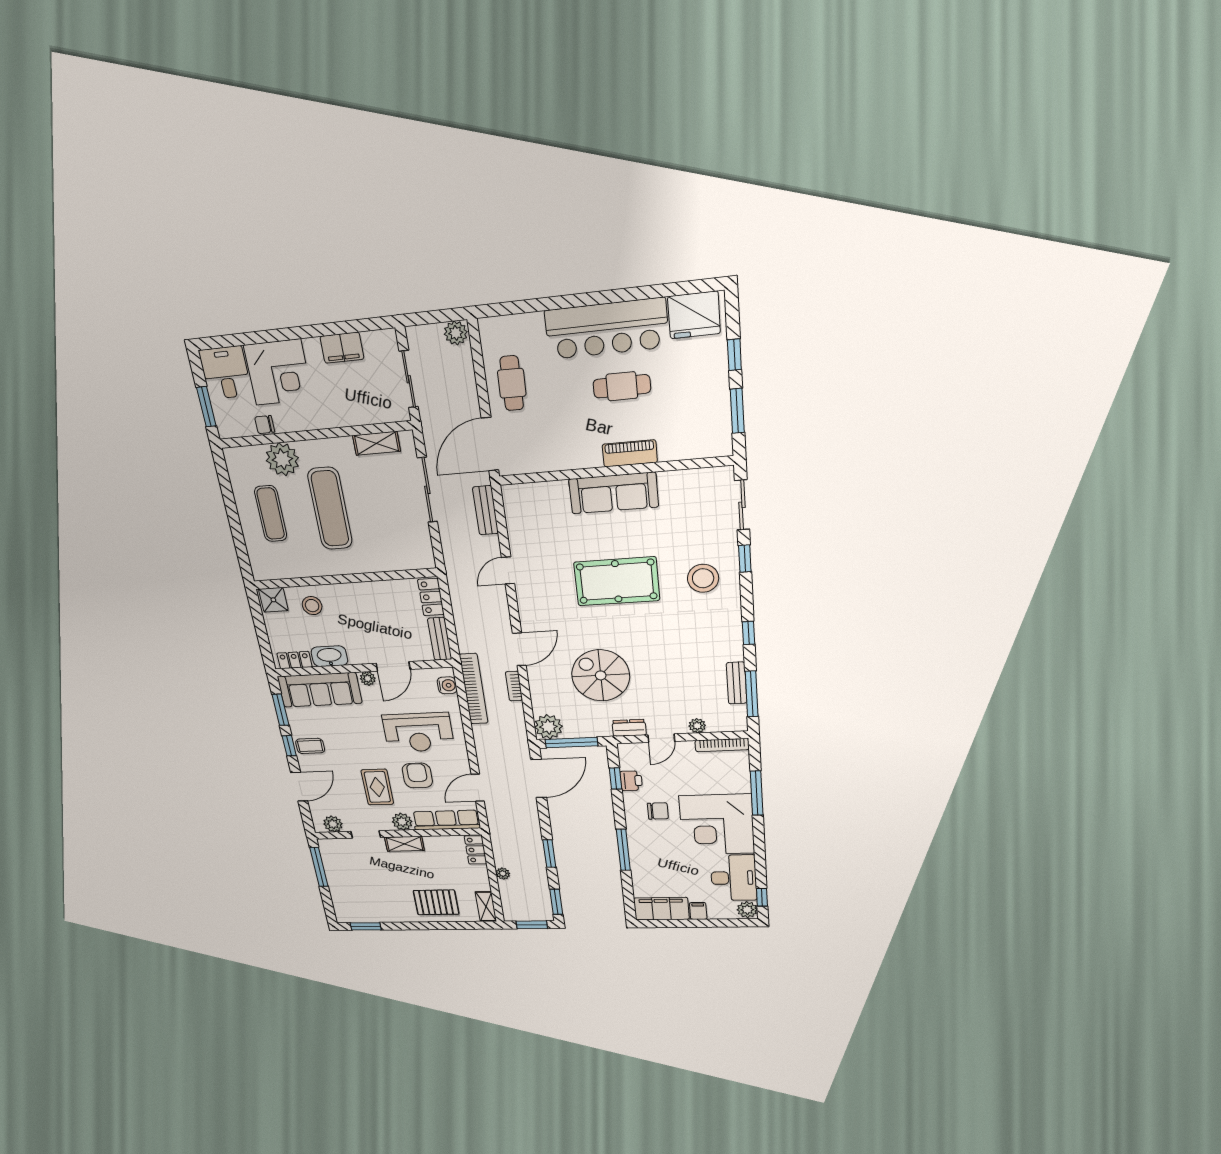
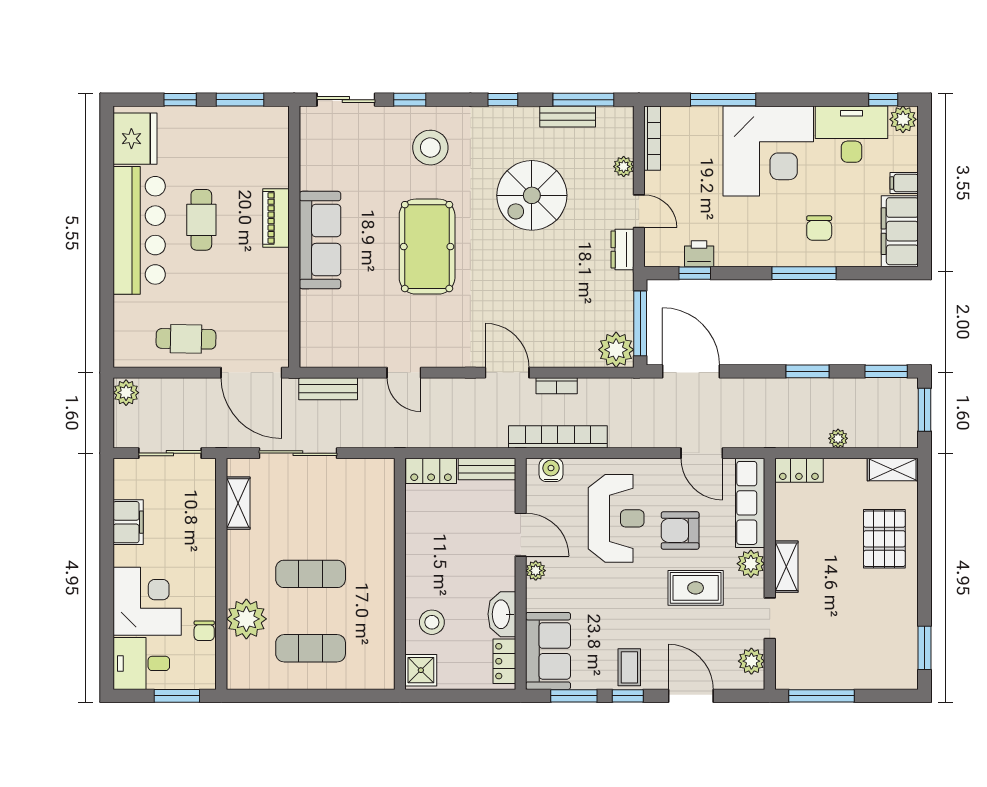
exercise mat: (330, 509) -> (311, 574), width x0.73, depth x0.69
spiral stairs: (601, 675) -> (532, 195), moved
sofa: (320, 690) -> (548, 651), width x0.73
chair: (658, 811) -> (819, 228), moved, turned 180

